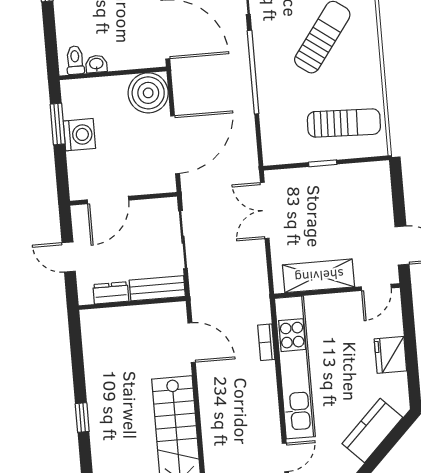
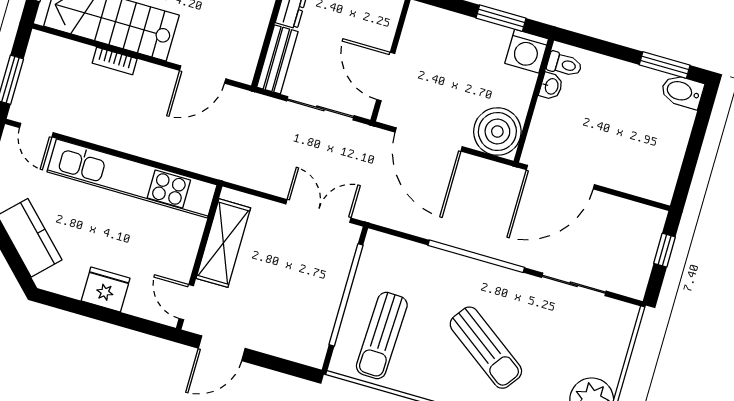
washing machine: (79, 135) -> (527, 51), moved
window: (323, 163) -> (346, 295), width x3.17
door: (108, 200) -> (386, 76), moved
bookcase: (266, 342) -> (115, 61), moved, turned 180

